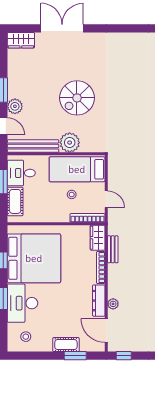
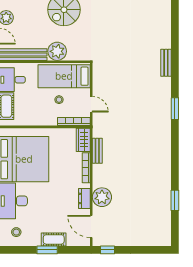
dresser: (99, 301) -> (84, 198), width x0.70
plant: (113, 304) -> (102, 197), width x1.88, depth x1.88
window: (75, 356) -> (47, 250), moved

